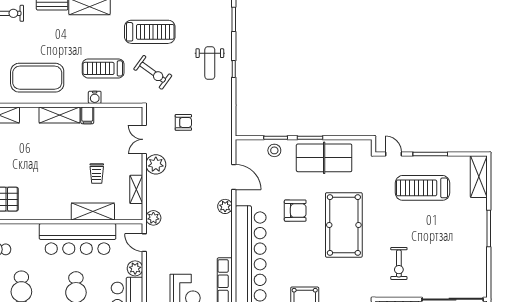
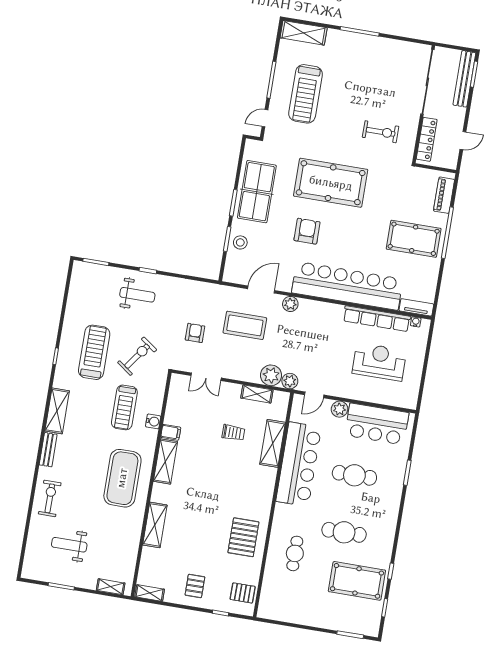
plant: (156, 164) -> (271, 375), moved
coffee table: (198, 168) -> (245, 325), added

